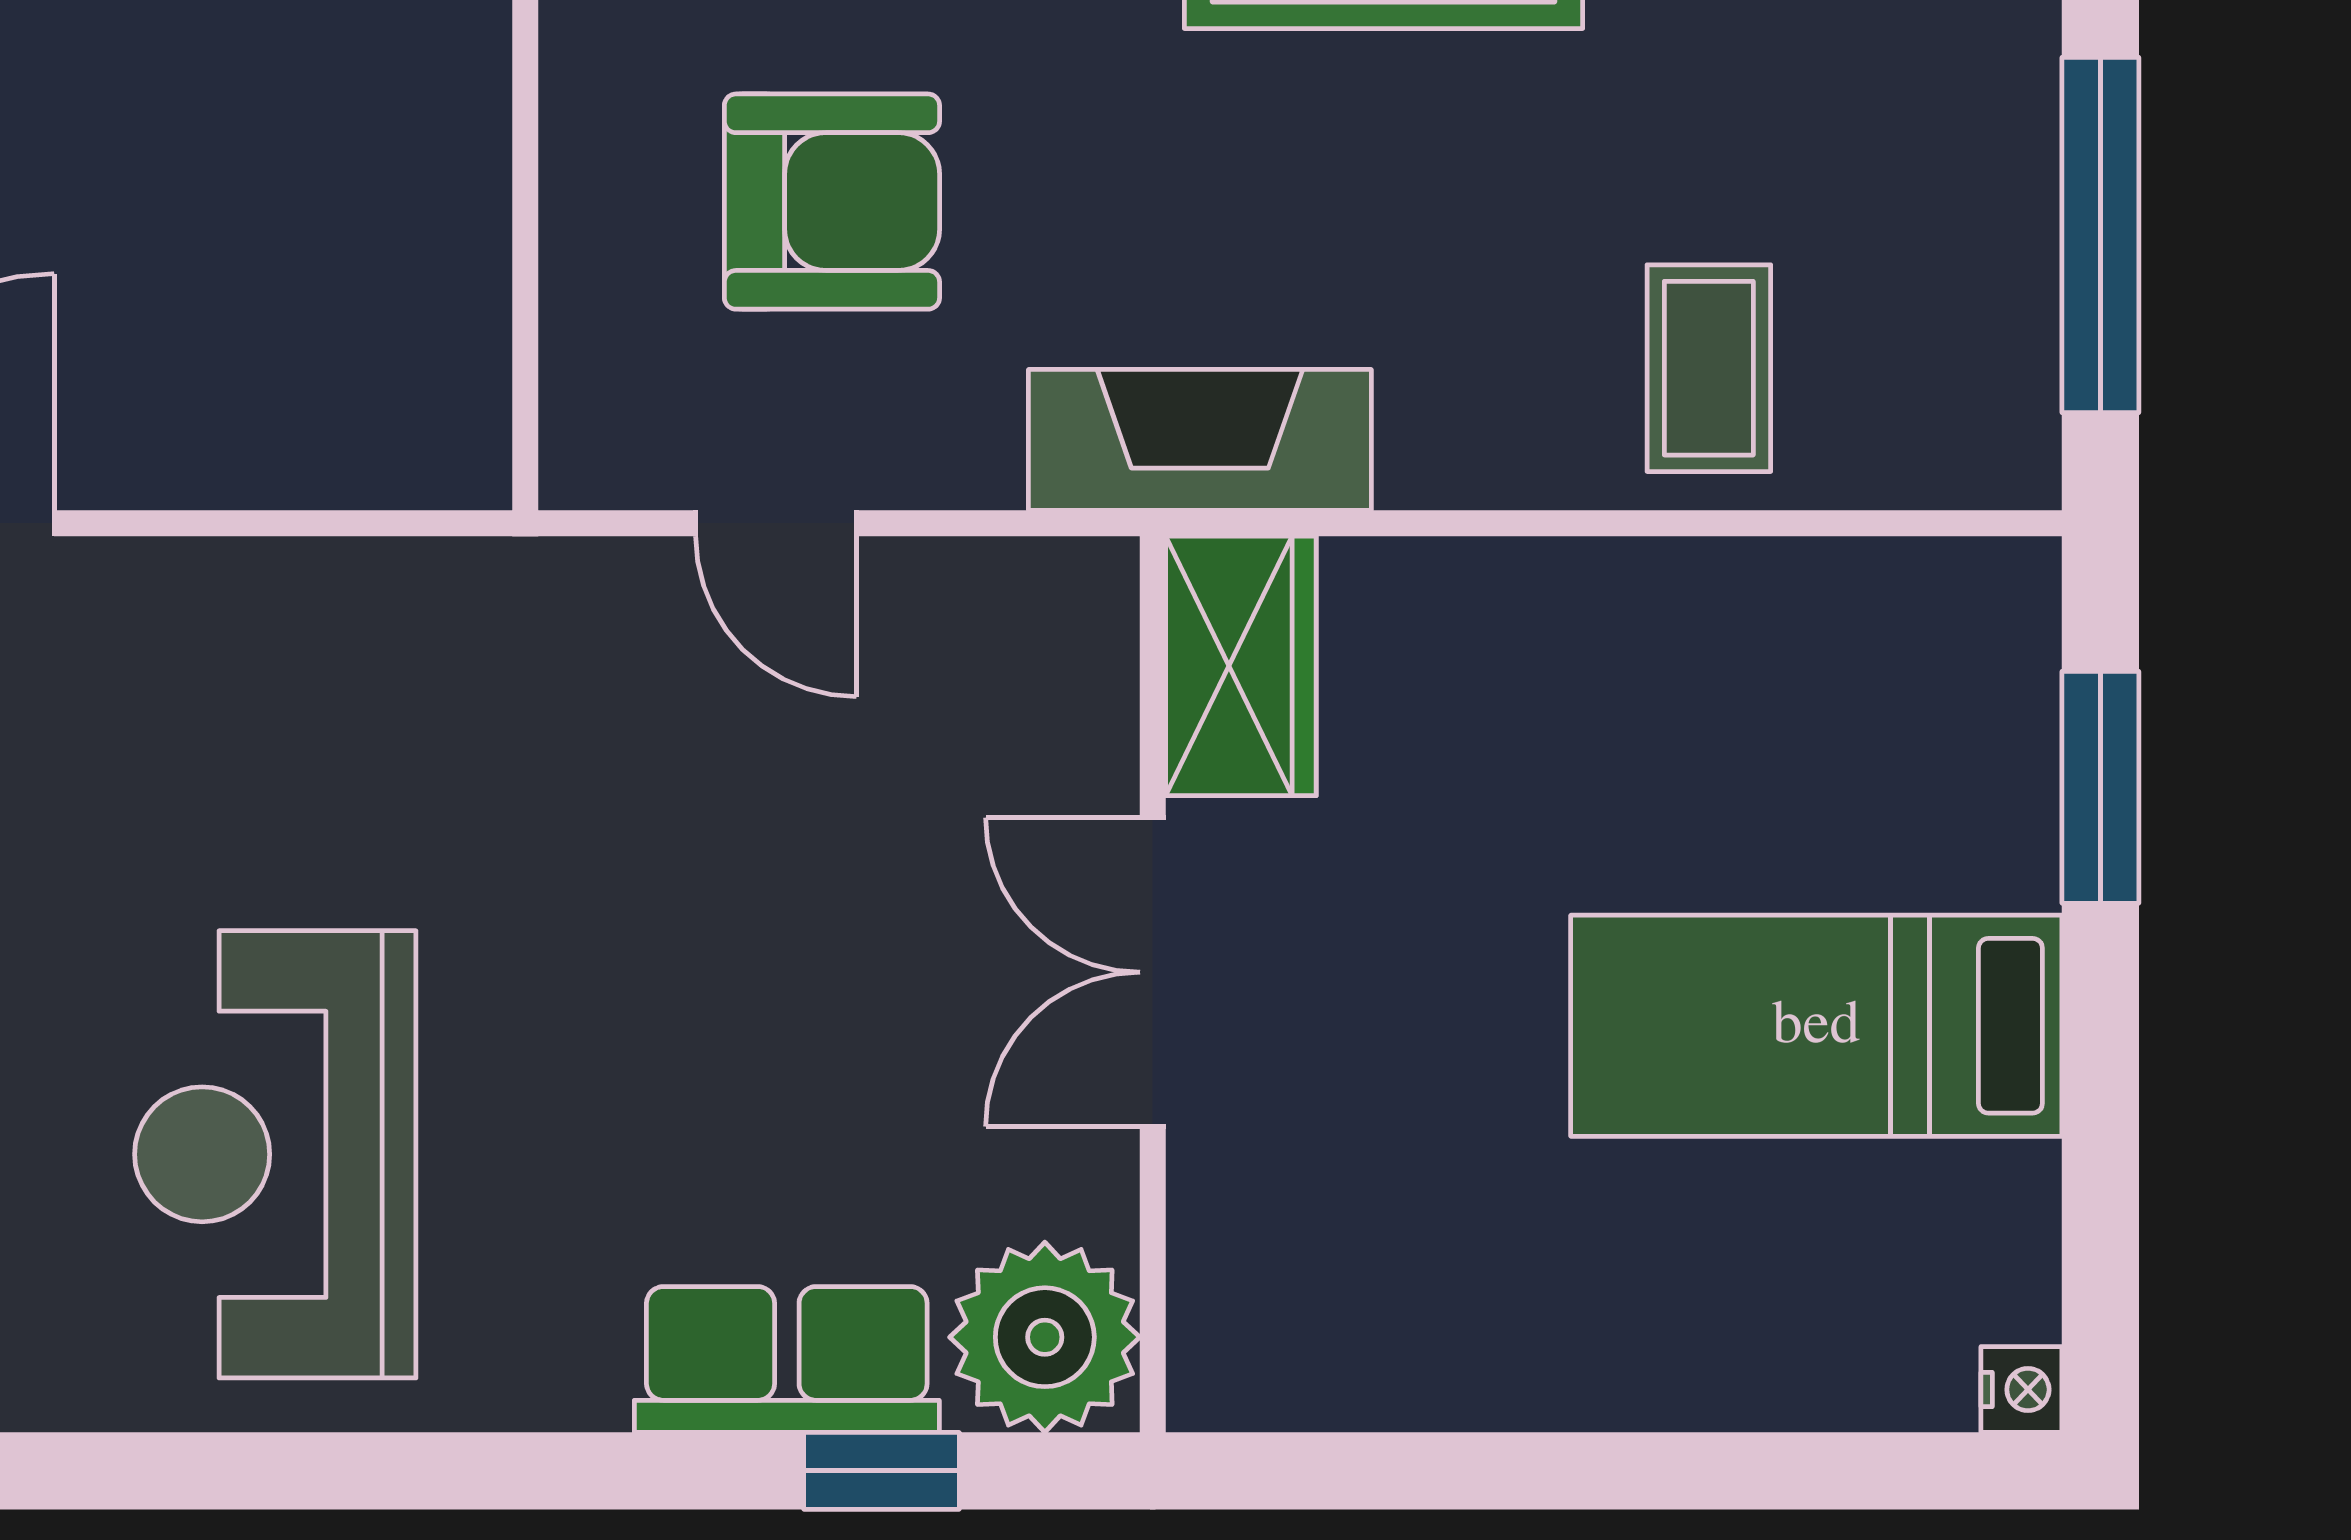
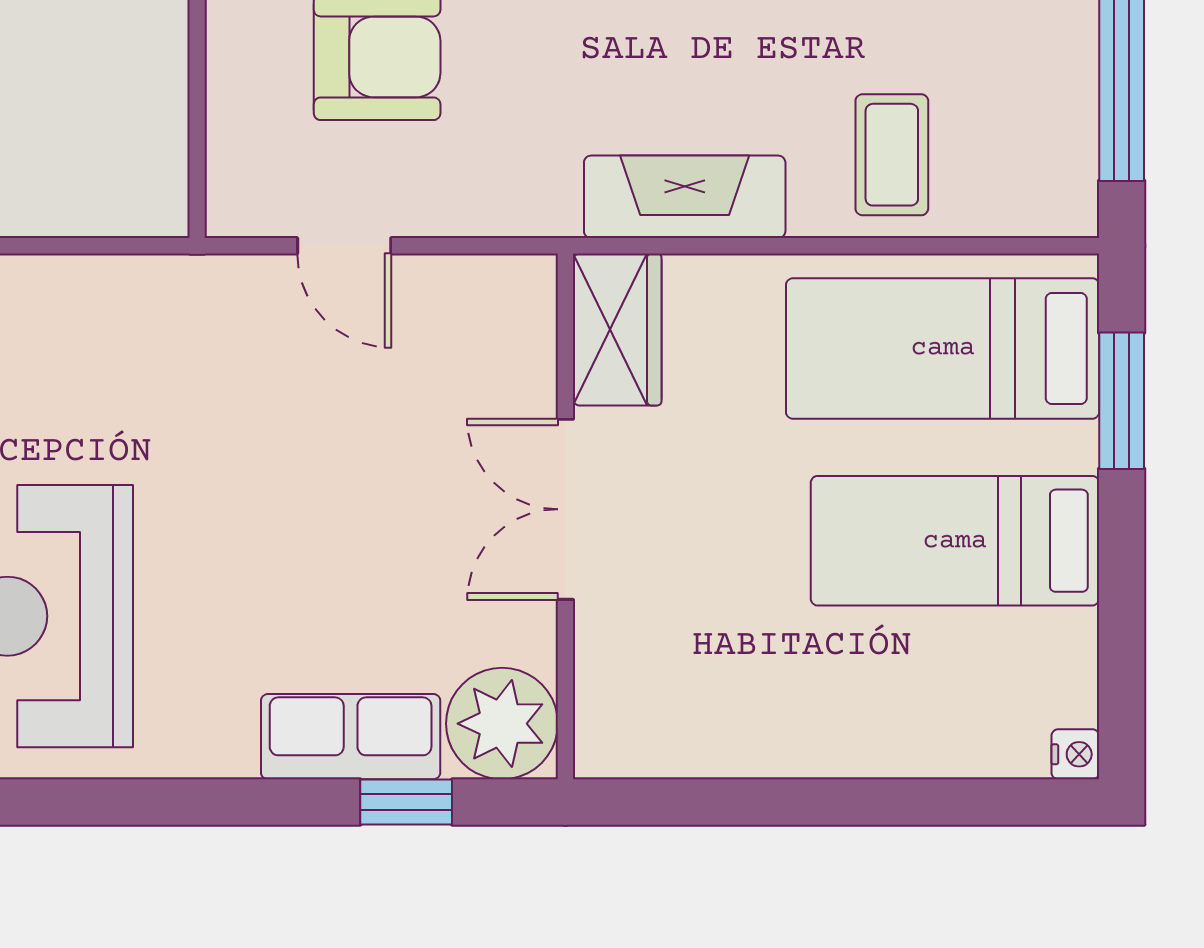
fireplace: (1200, 440) -> (685, 197), moved
bed: (1795, 698) -> (943, 348), added

